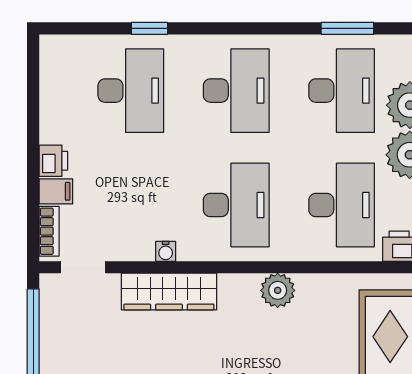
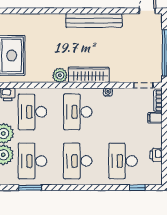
window: (149, 28) -> (137, 188), moved
printer: (53, 161) -> (156, 155), moved
wardrobe: (169, 292) -> (89, 75), moved

